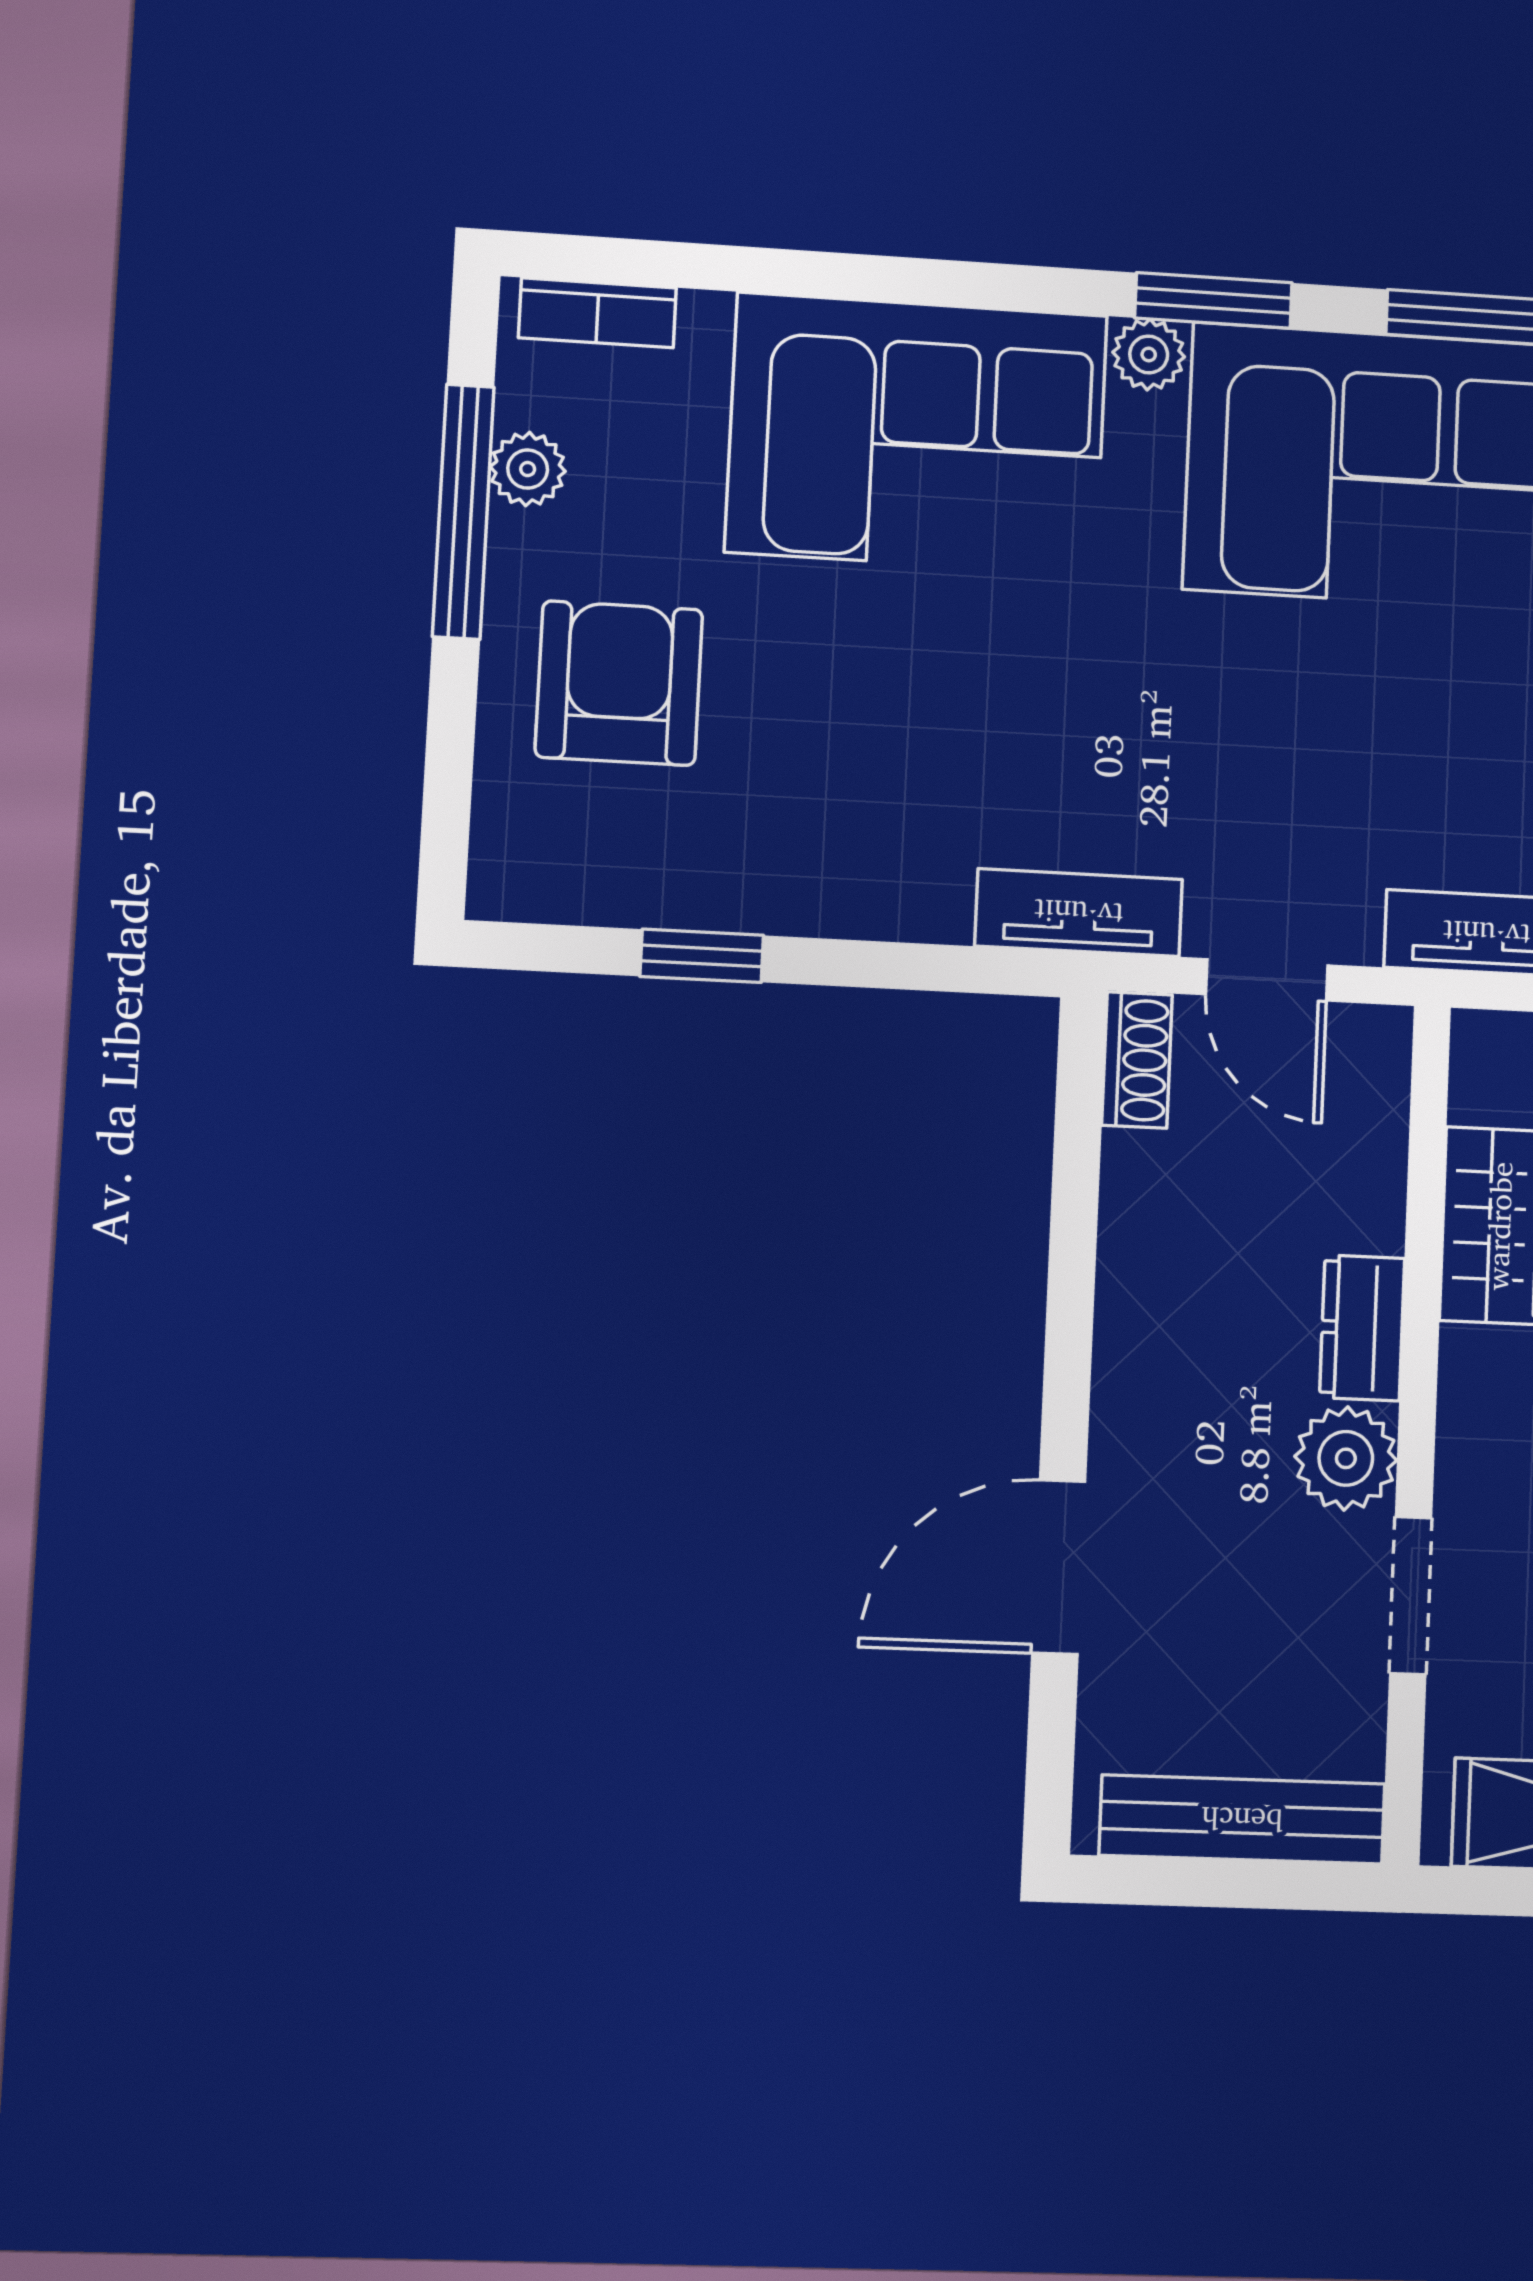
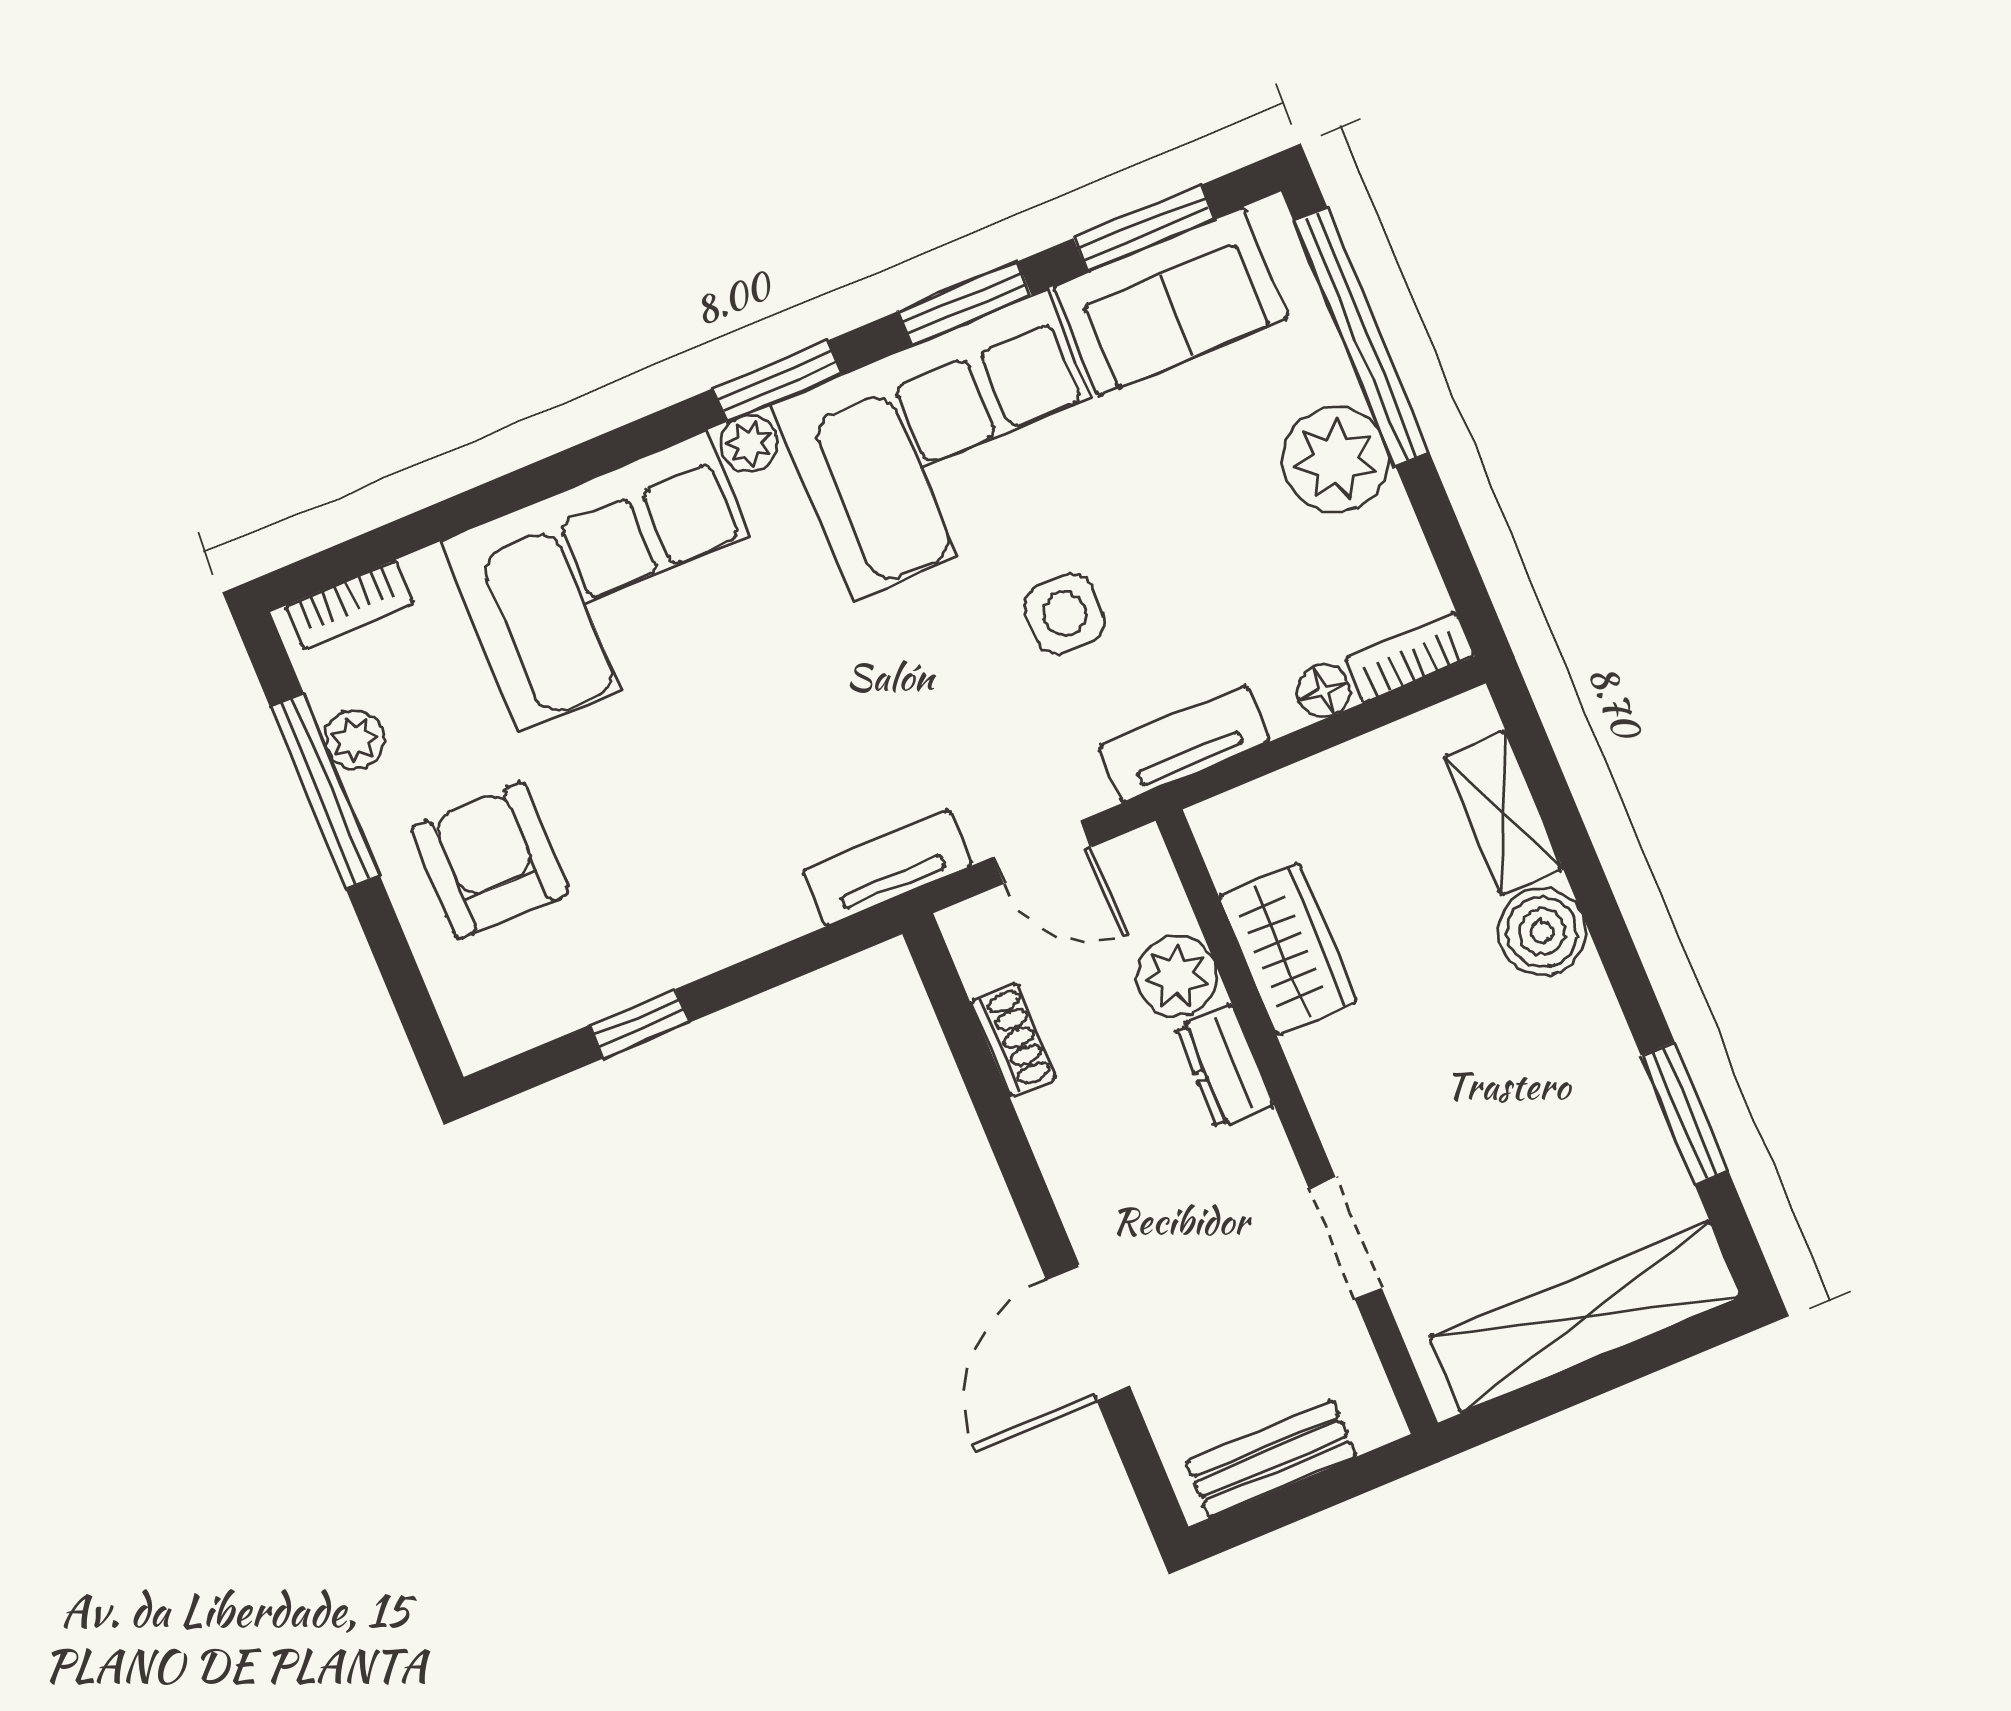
side table: (1419, 720) -> (1064, 614), added
shoe rack: (1137, 1060) -> (1013, 1040), moved
plant: (1346, 1458) -> (1177, 976), moved
bench: (1242, 1820) -> (1271, 1459), width x0.73

